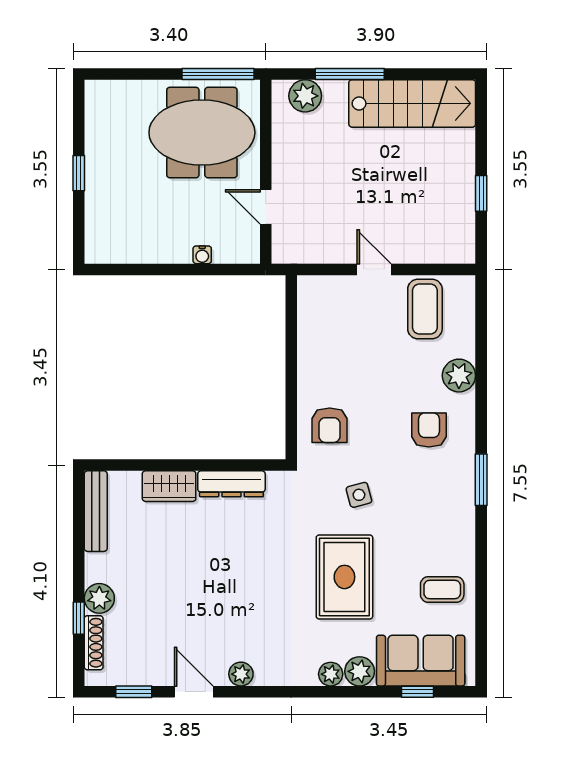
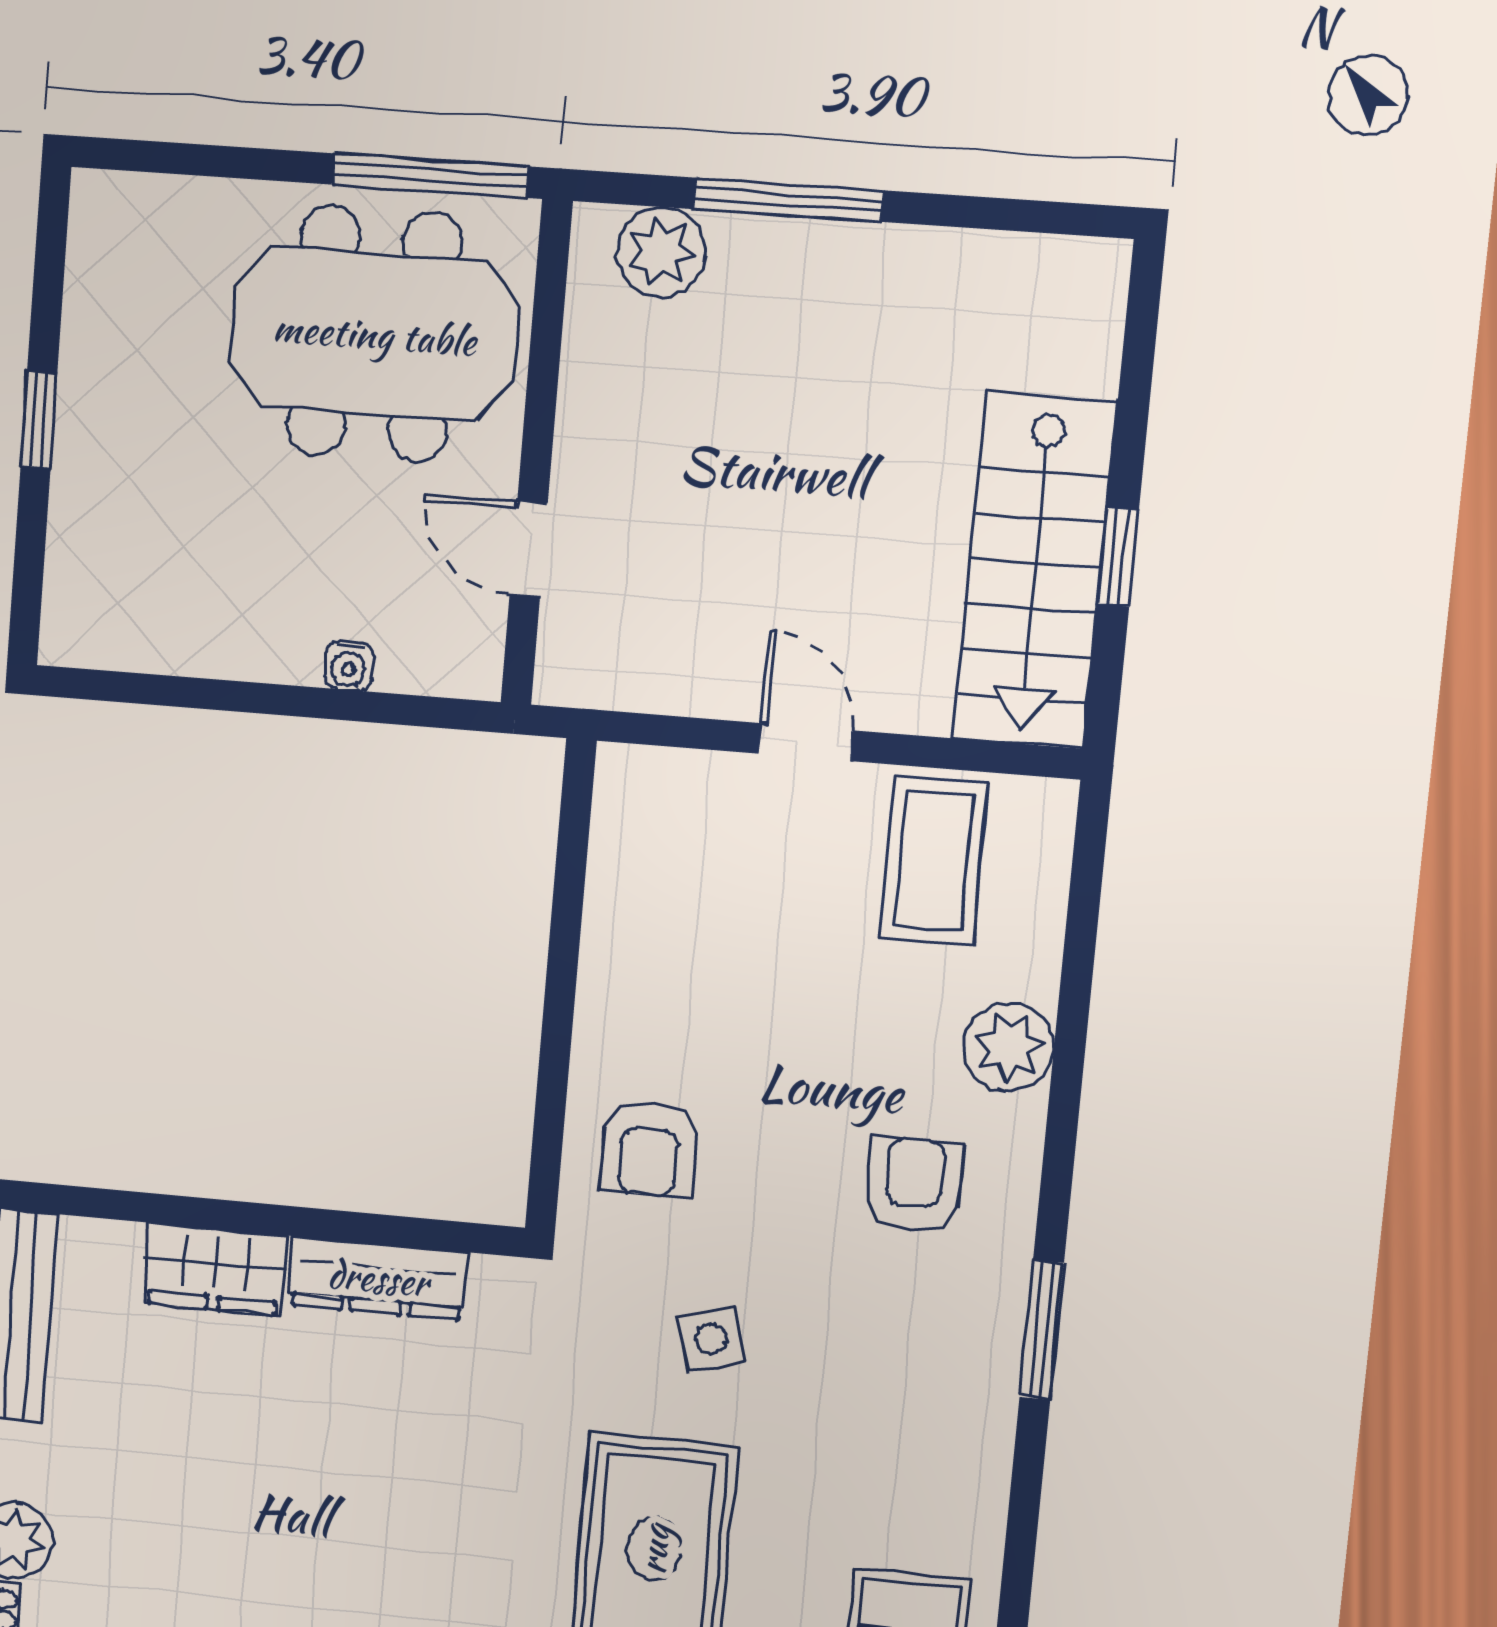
stairs: (412, 103) -> (1035, 570), moved, turned 90

